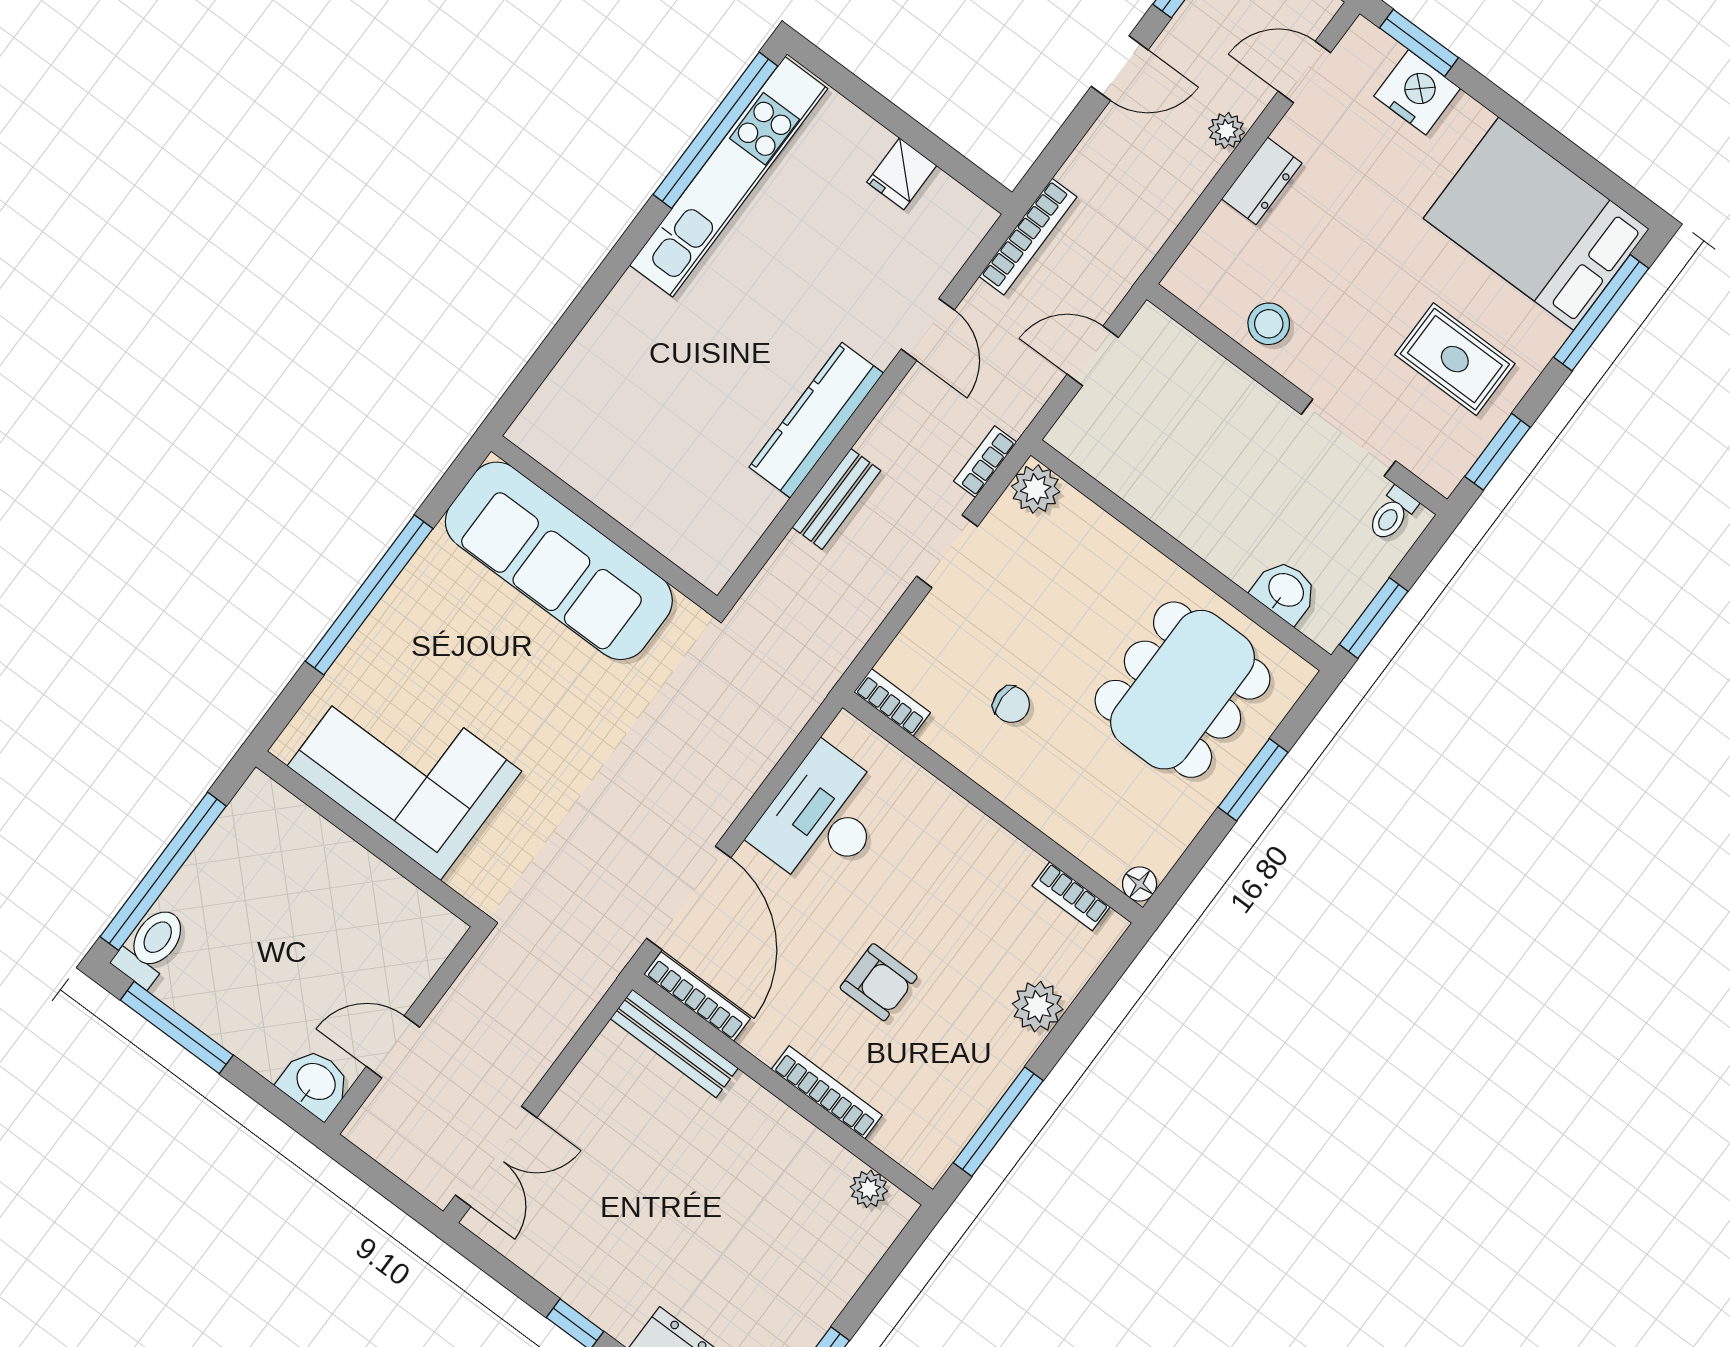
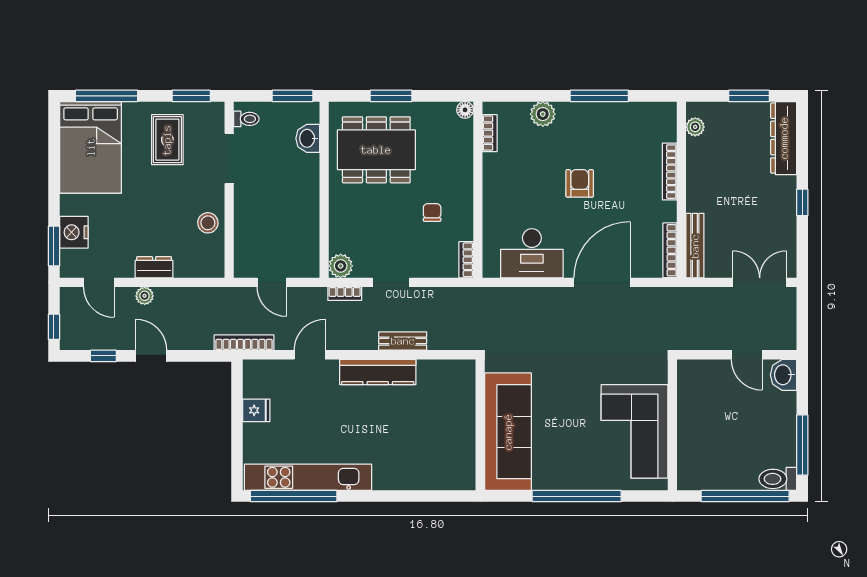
bookcase: (697, 997) -> (670, 250), moved
bench: (674, 1043) -> (695, 246), moved
wall: (783, 1090) -> (681, 190), moved
bookcase: (827, 1092) -> (670, 172), moved
plant: (869, 1189) -> (695, 127), moved

